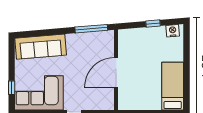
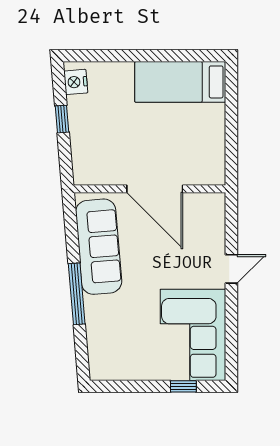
window: (91, 29) -> (77, 294), moved
sofa: (41, 47) -> (99, 247), moved

